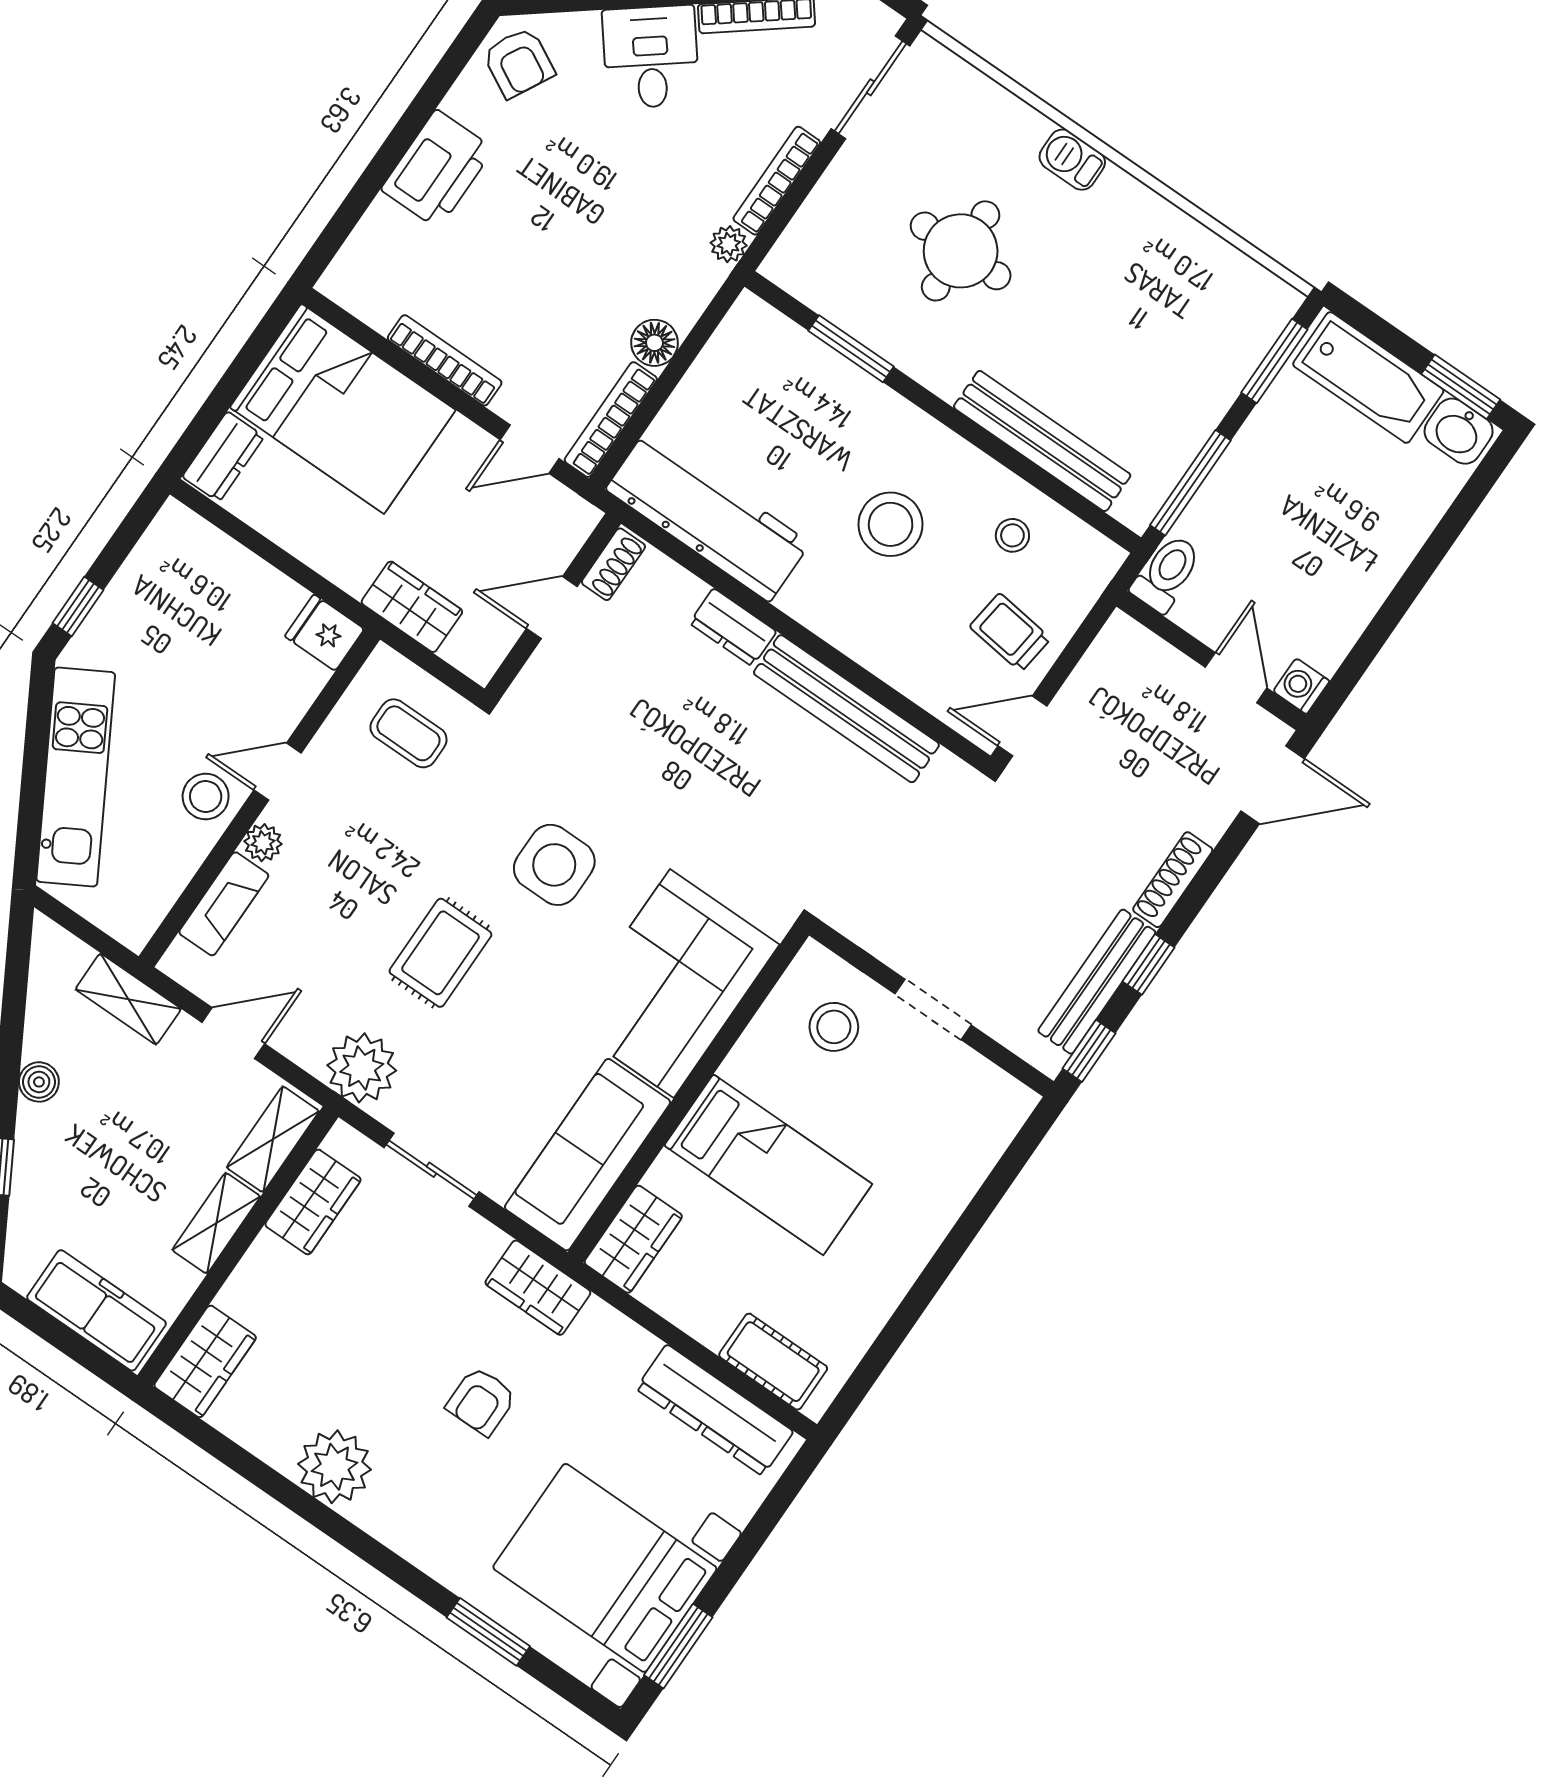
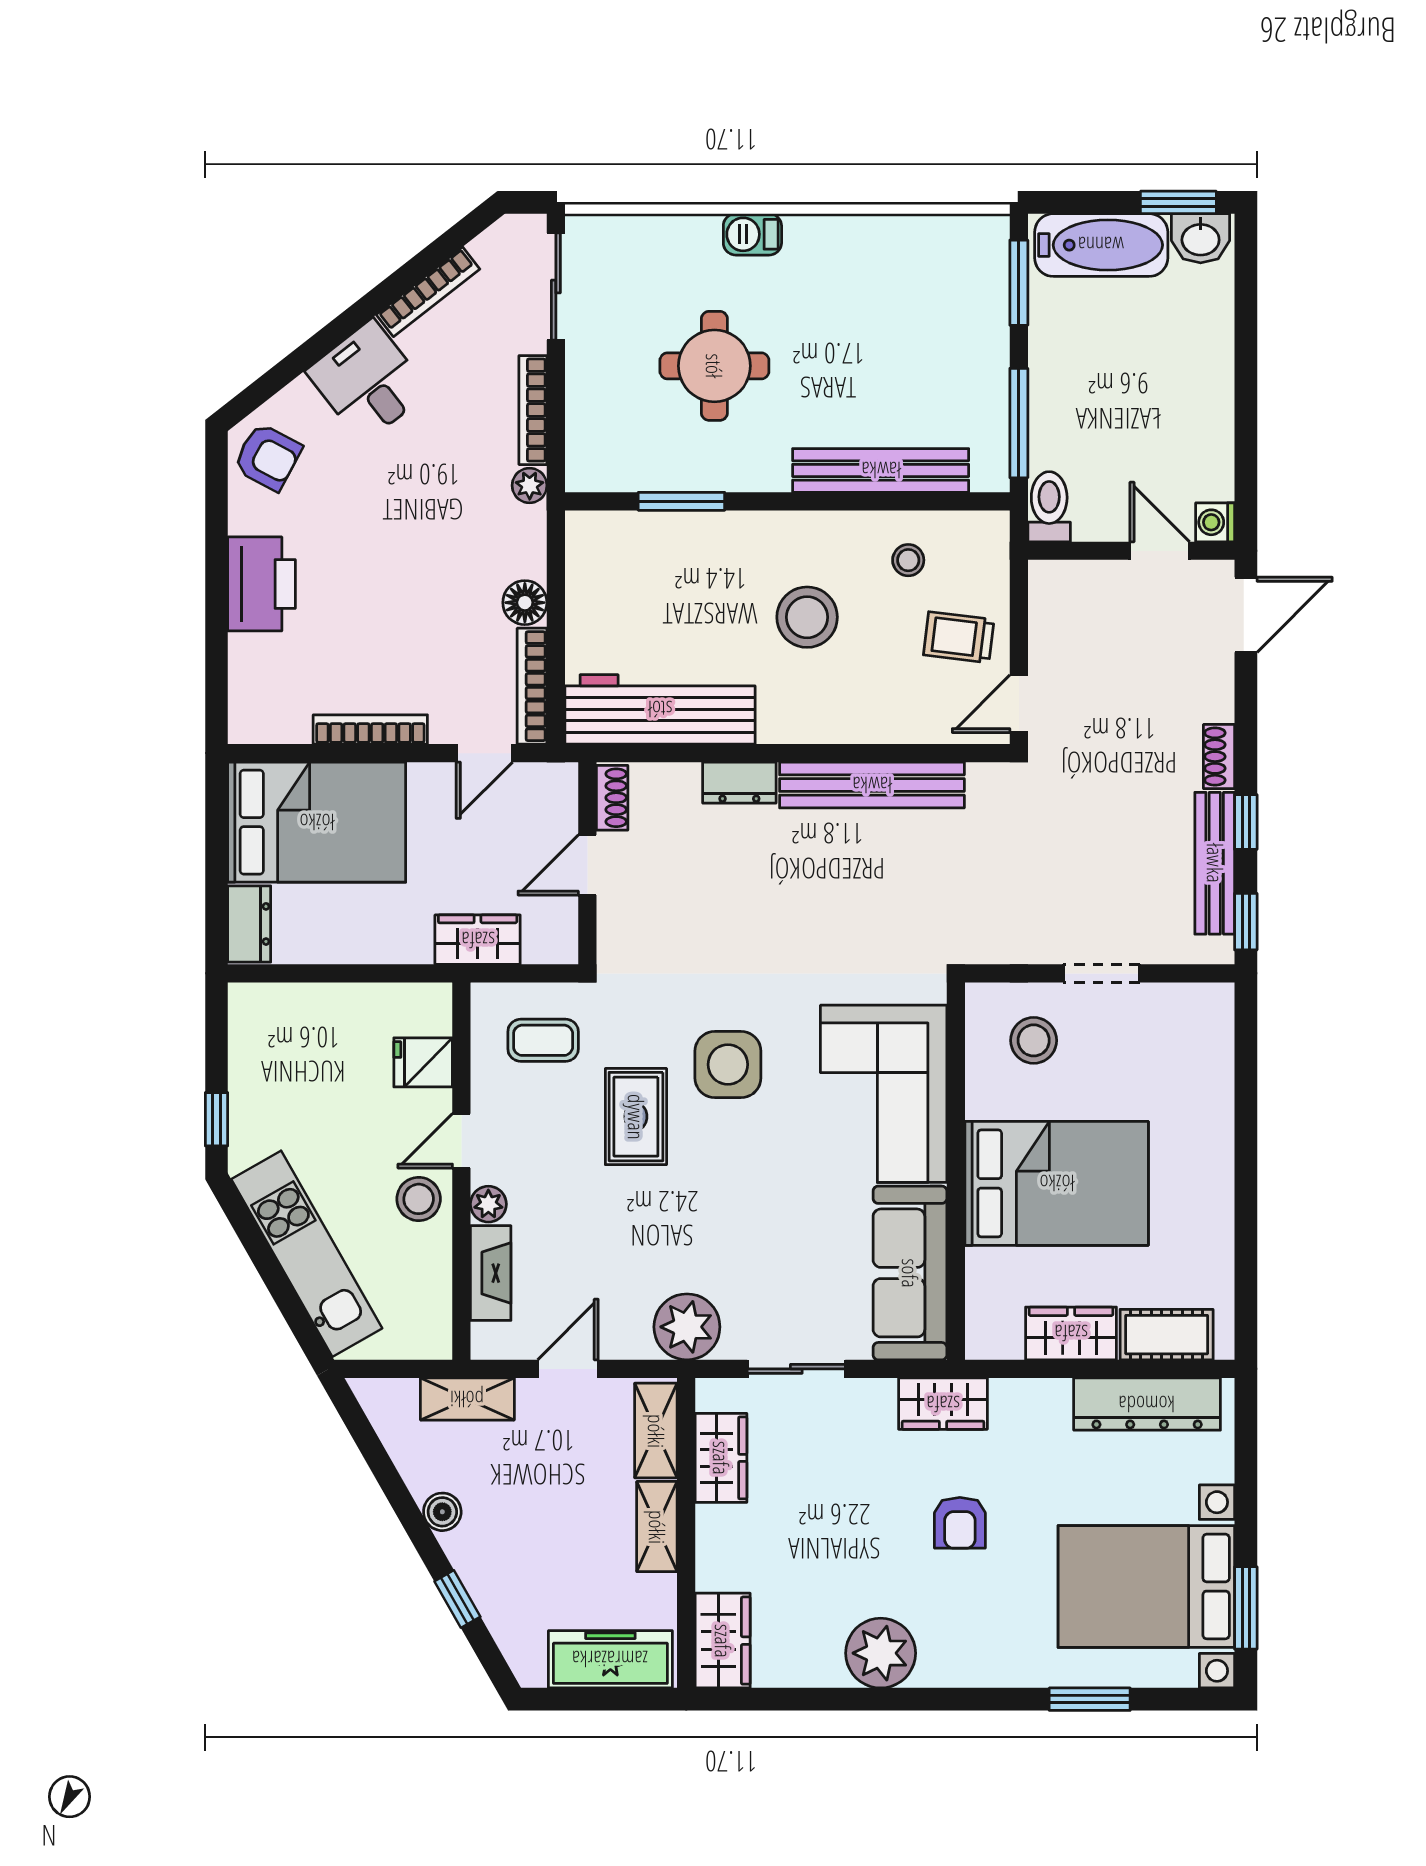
fridge: (324, 633) -> (423, 1062), moved
shoe rack: (1173, 880) -> (1219, 757), width x0.70
rug: (440, 953) -> (636, 1117), moved
bed: (768, 1165) -> (1057, 1183), width x1.50
wardrobe: (633, 1239) -> (1071, 1333), moved, turned -90

